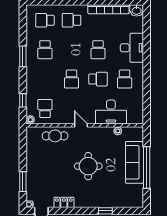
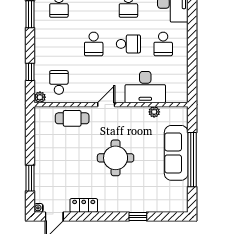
door: (81, 125) -> (106, 105), hinge flipped

